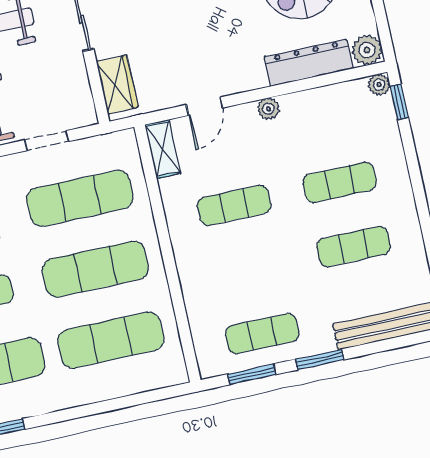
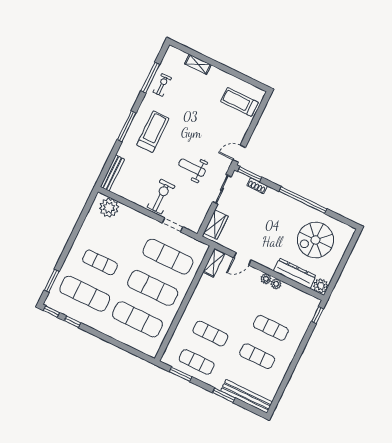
plant: (379, 85) -> (276, 284), moved
exercise mat: (234, 205) -> (210, 334), moved
window: (320, 359) -> (224, 395), moved

